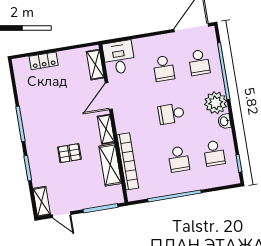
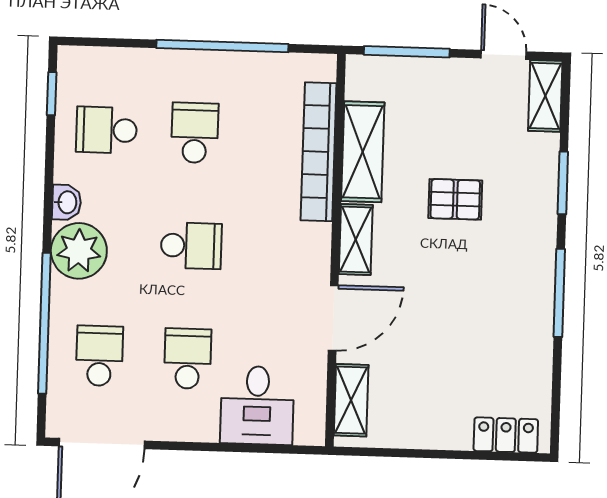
desk: (119, 57) -> (257, 405), moved
locker: (44, 61) -> (506, 435), moved
school desk: (214, 153) -> (107, 130), turned -90

